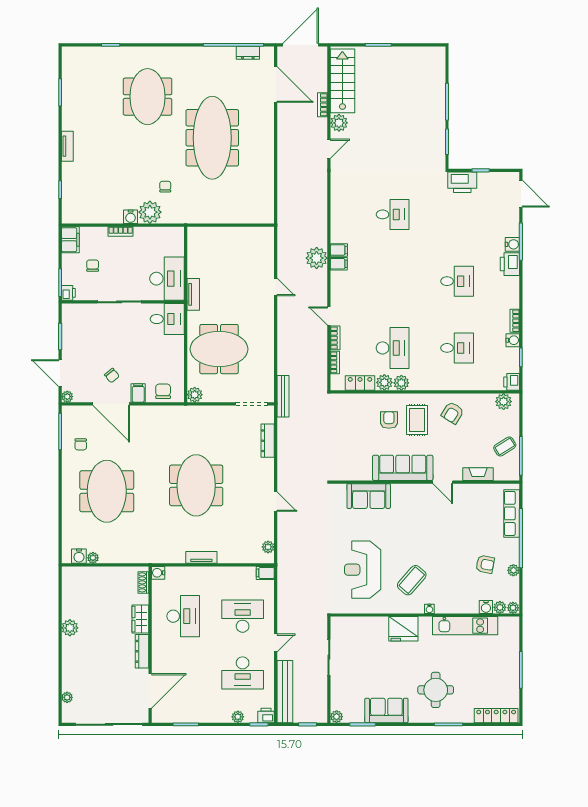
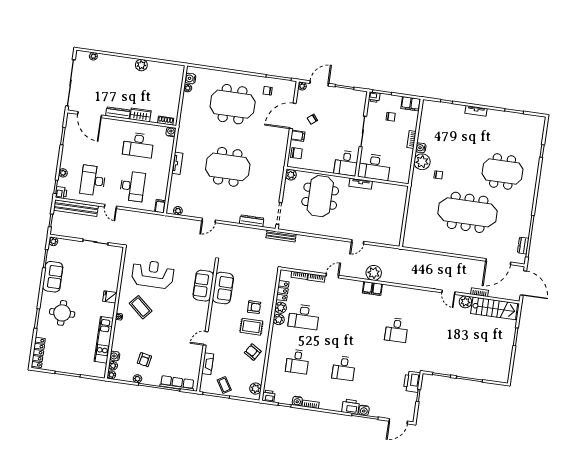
sofa: (403, 468) -> (223, 288), moved, width x0.73
fridge: (403, 629) -> (110, 297), width x0.53, depth x0.75

